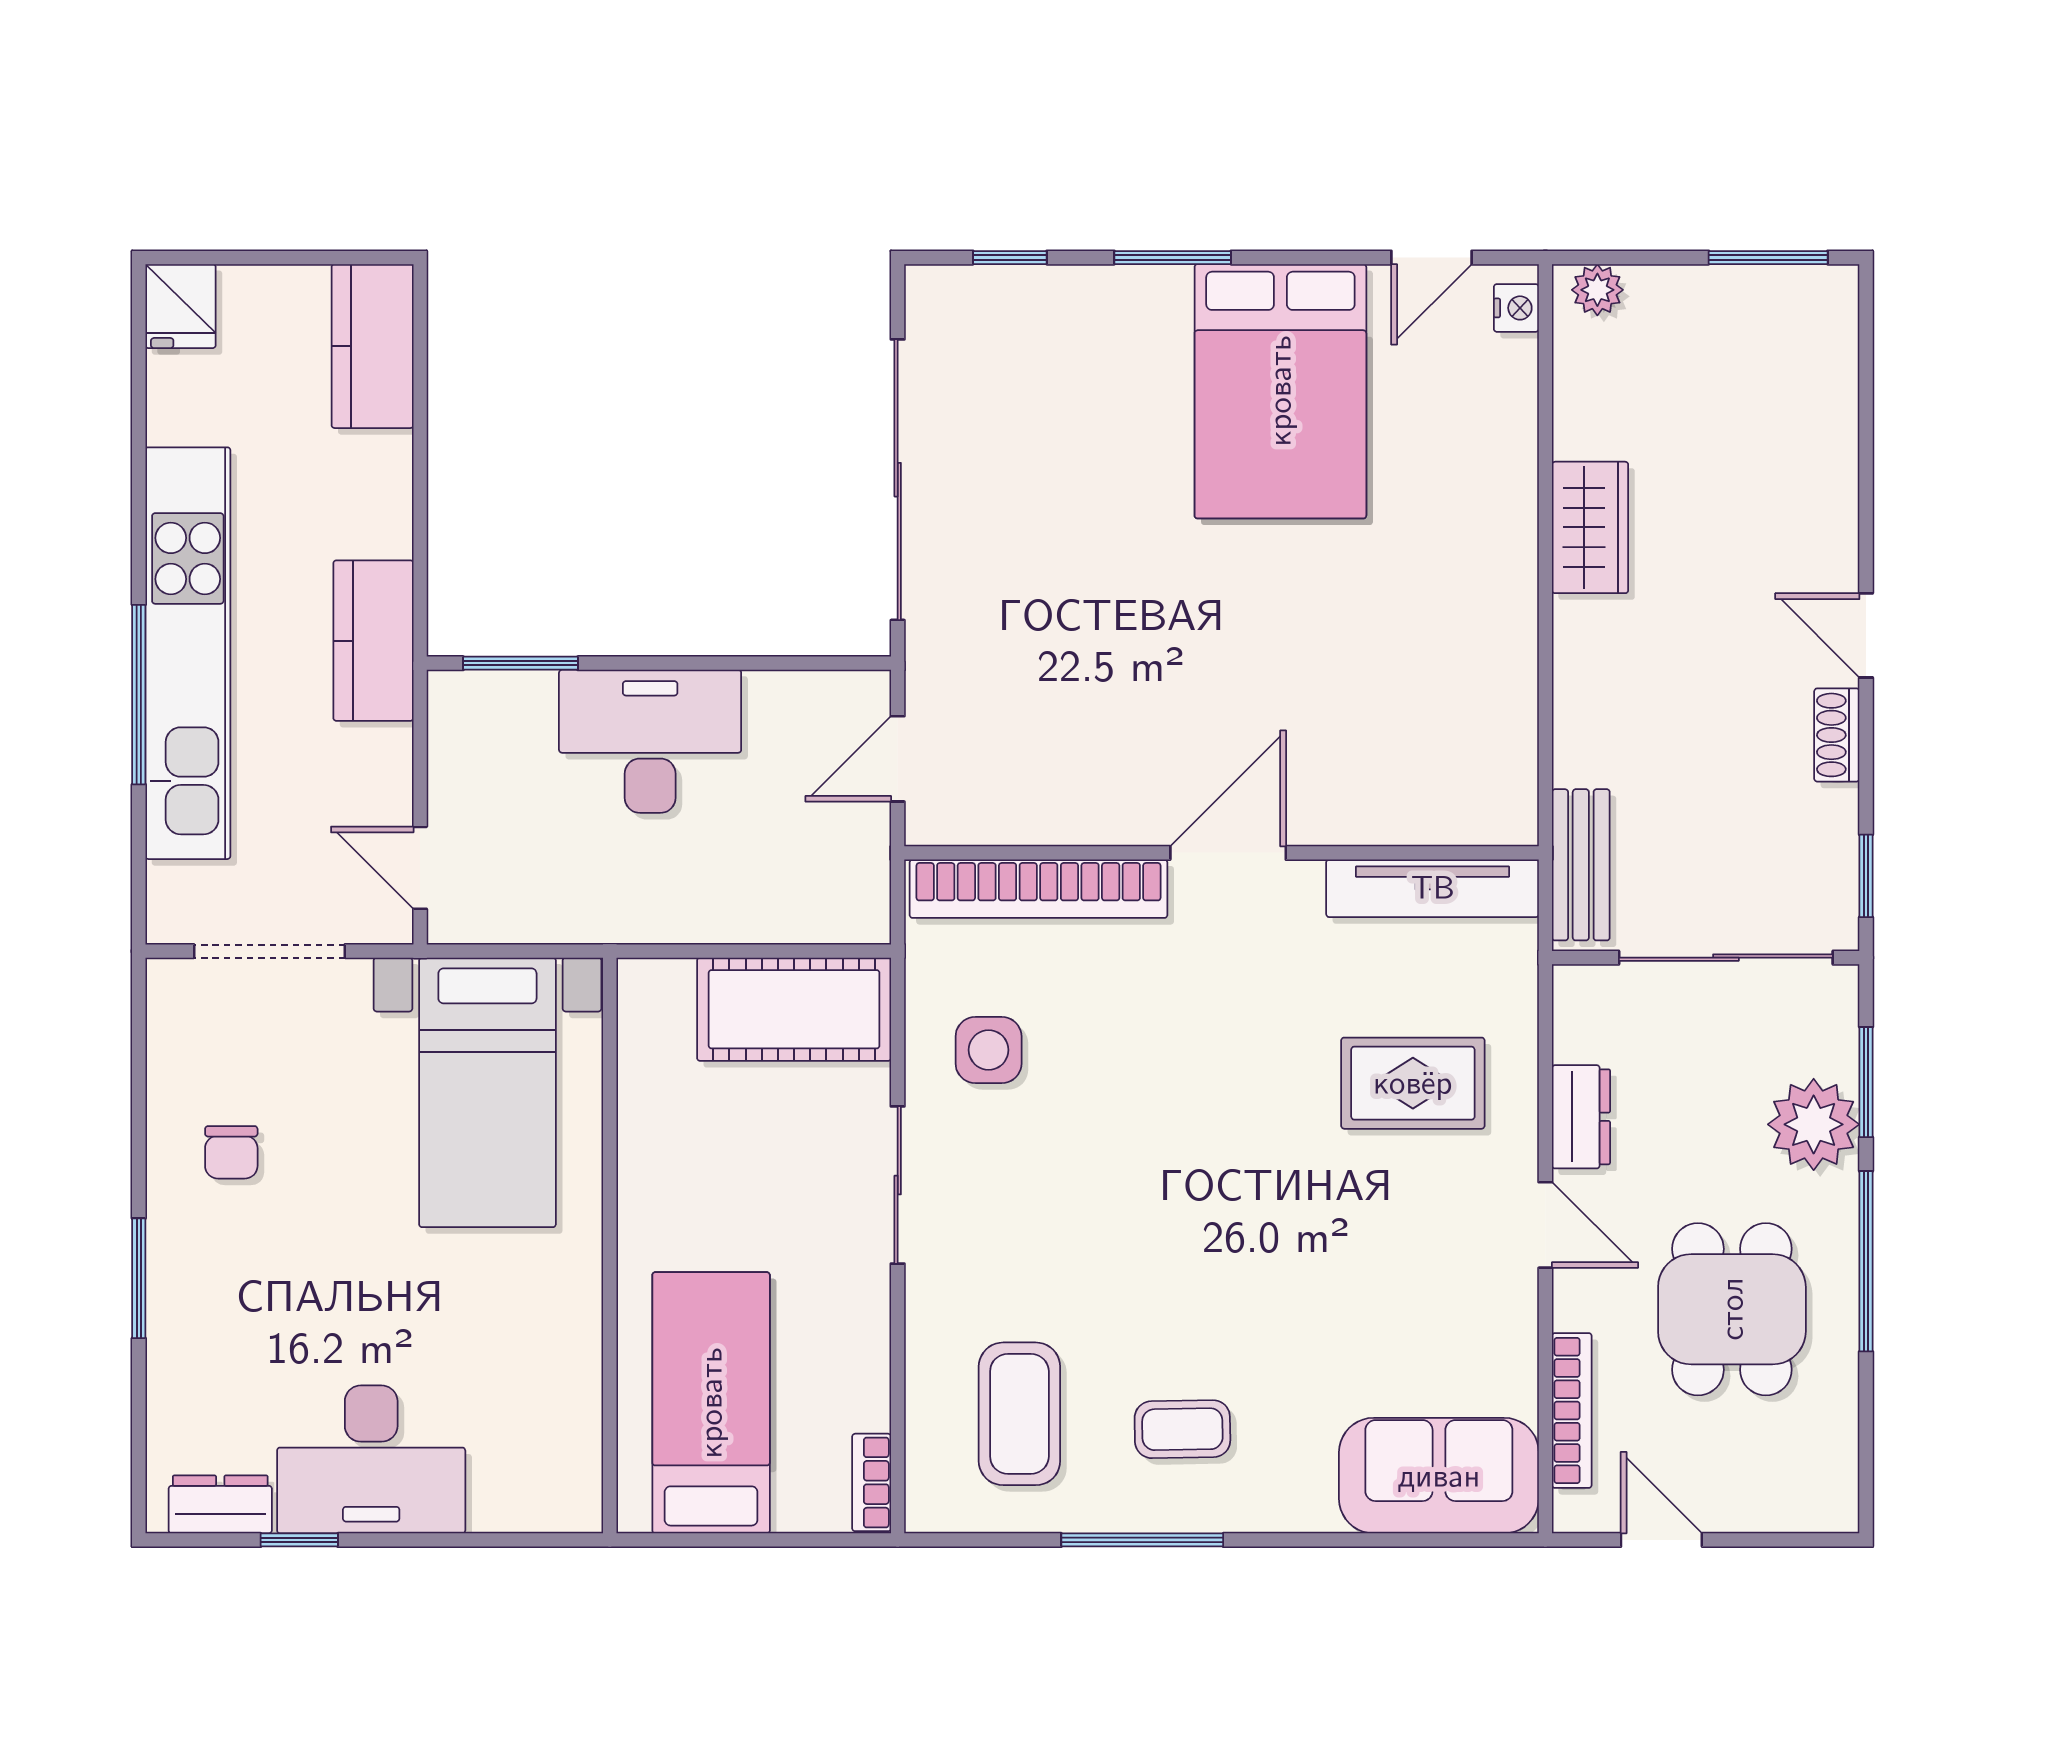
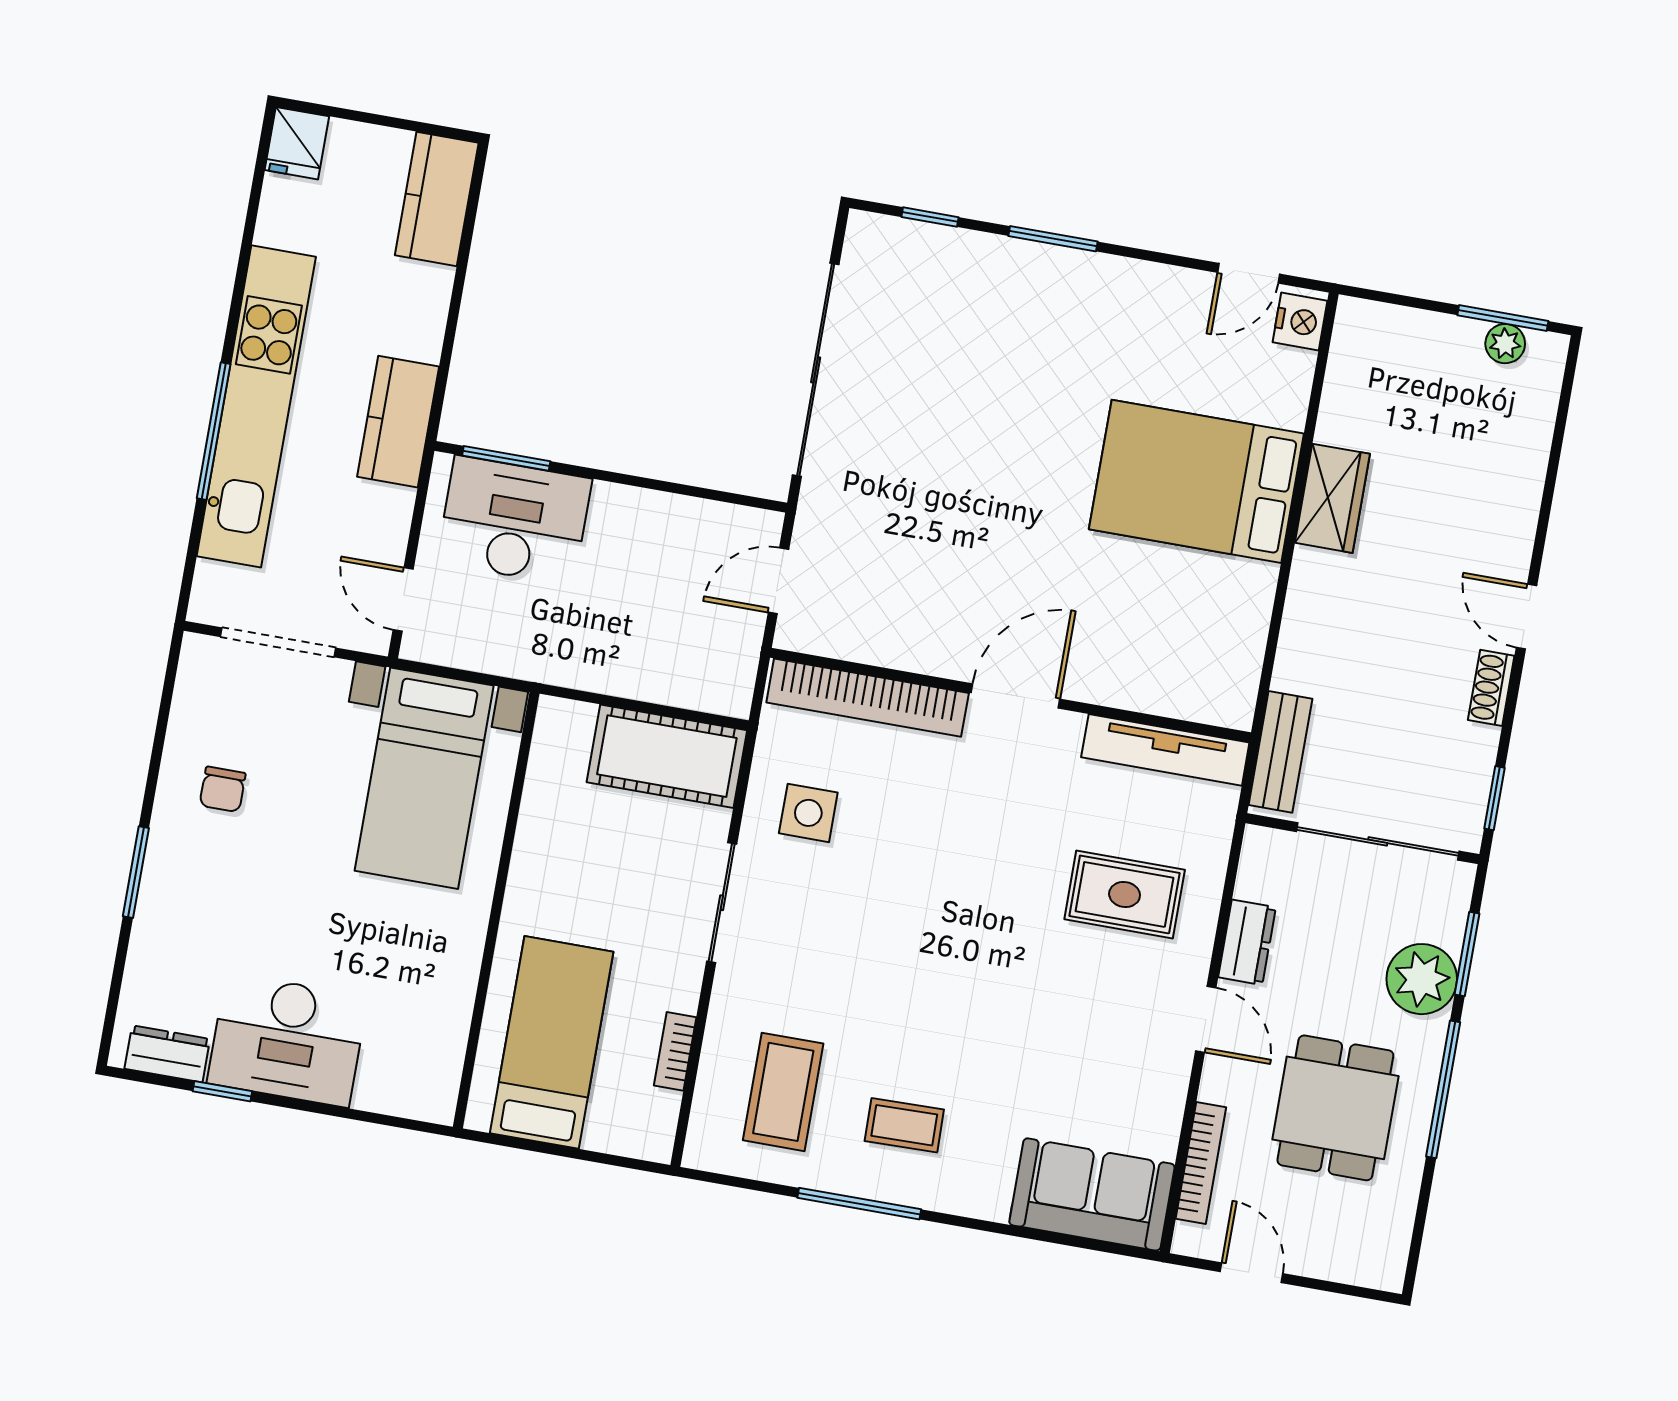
plant: (1597, 290) -> (1505, 344), moved
nightstand: (1516, 308) -> (1300, 322), width x1.39, depth x1.35
bed: (1280, 391) -> (1196, 481), moved, turned 90
desk: (650, 741) -> (514, 521), moved
bookcase: (872, 1482) -> (675, 1051), moved

